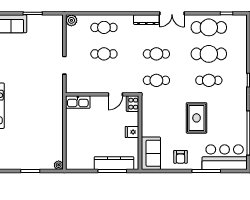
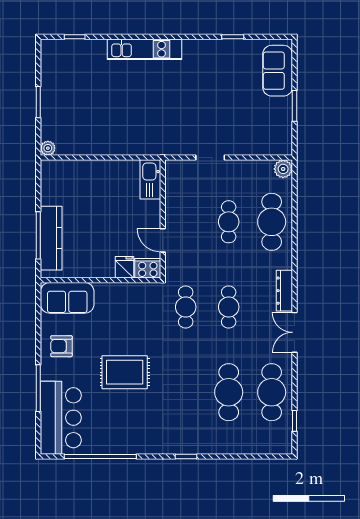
cafe table: (104, 27) -> (272, 222), width x1.37, depth x1.35
cafe table: (209, 80) -> (186, 392), removed
fridge: (132, 132) -> (124, 267), moved

